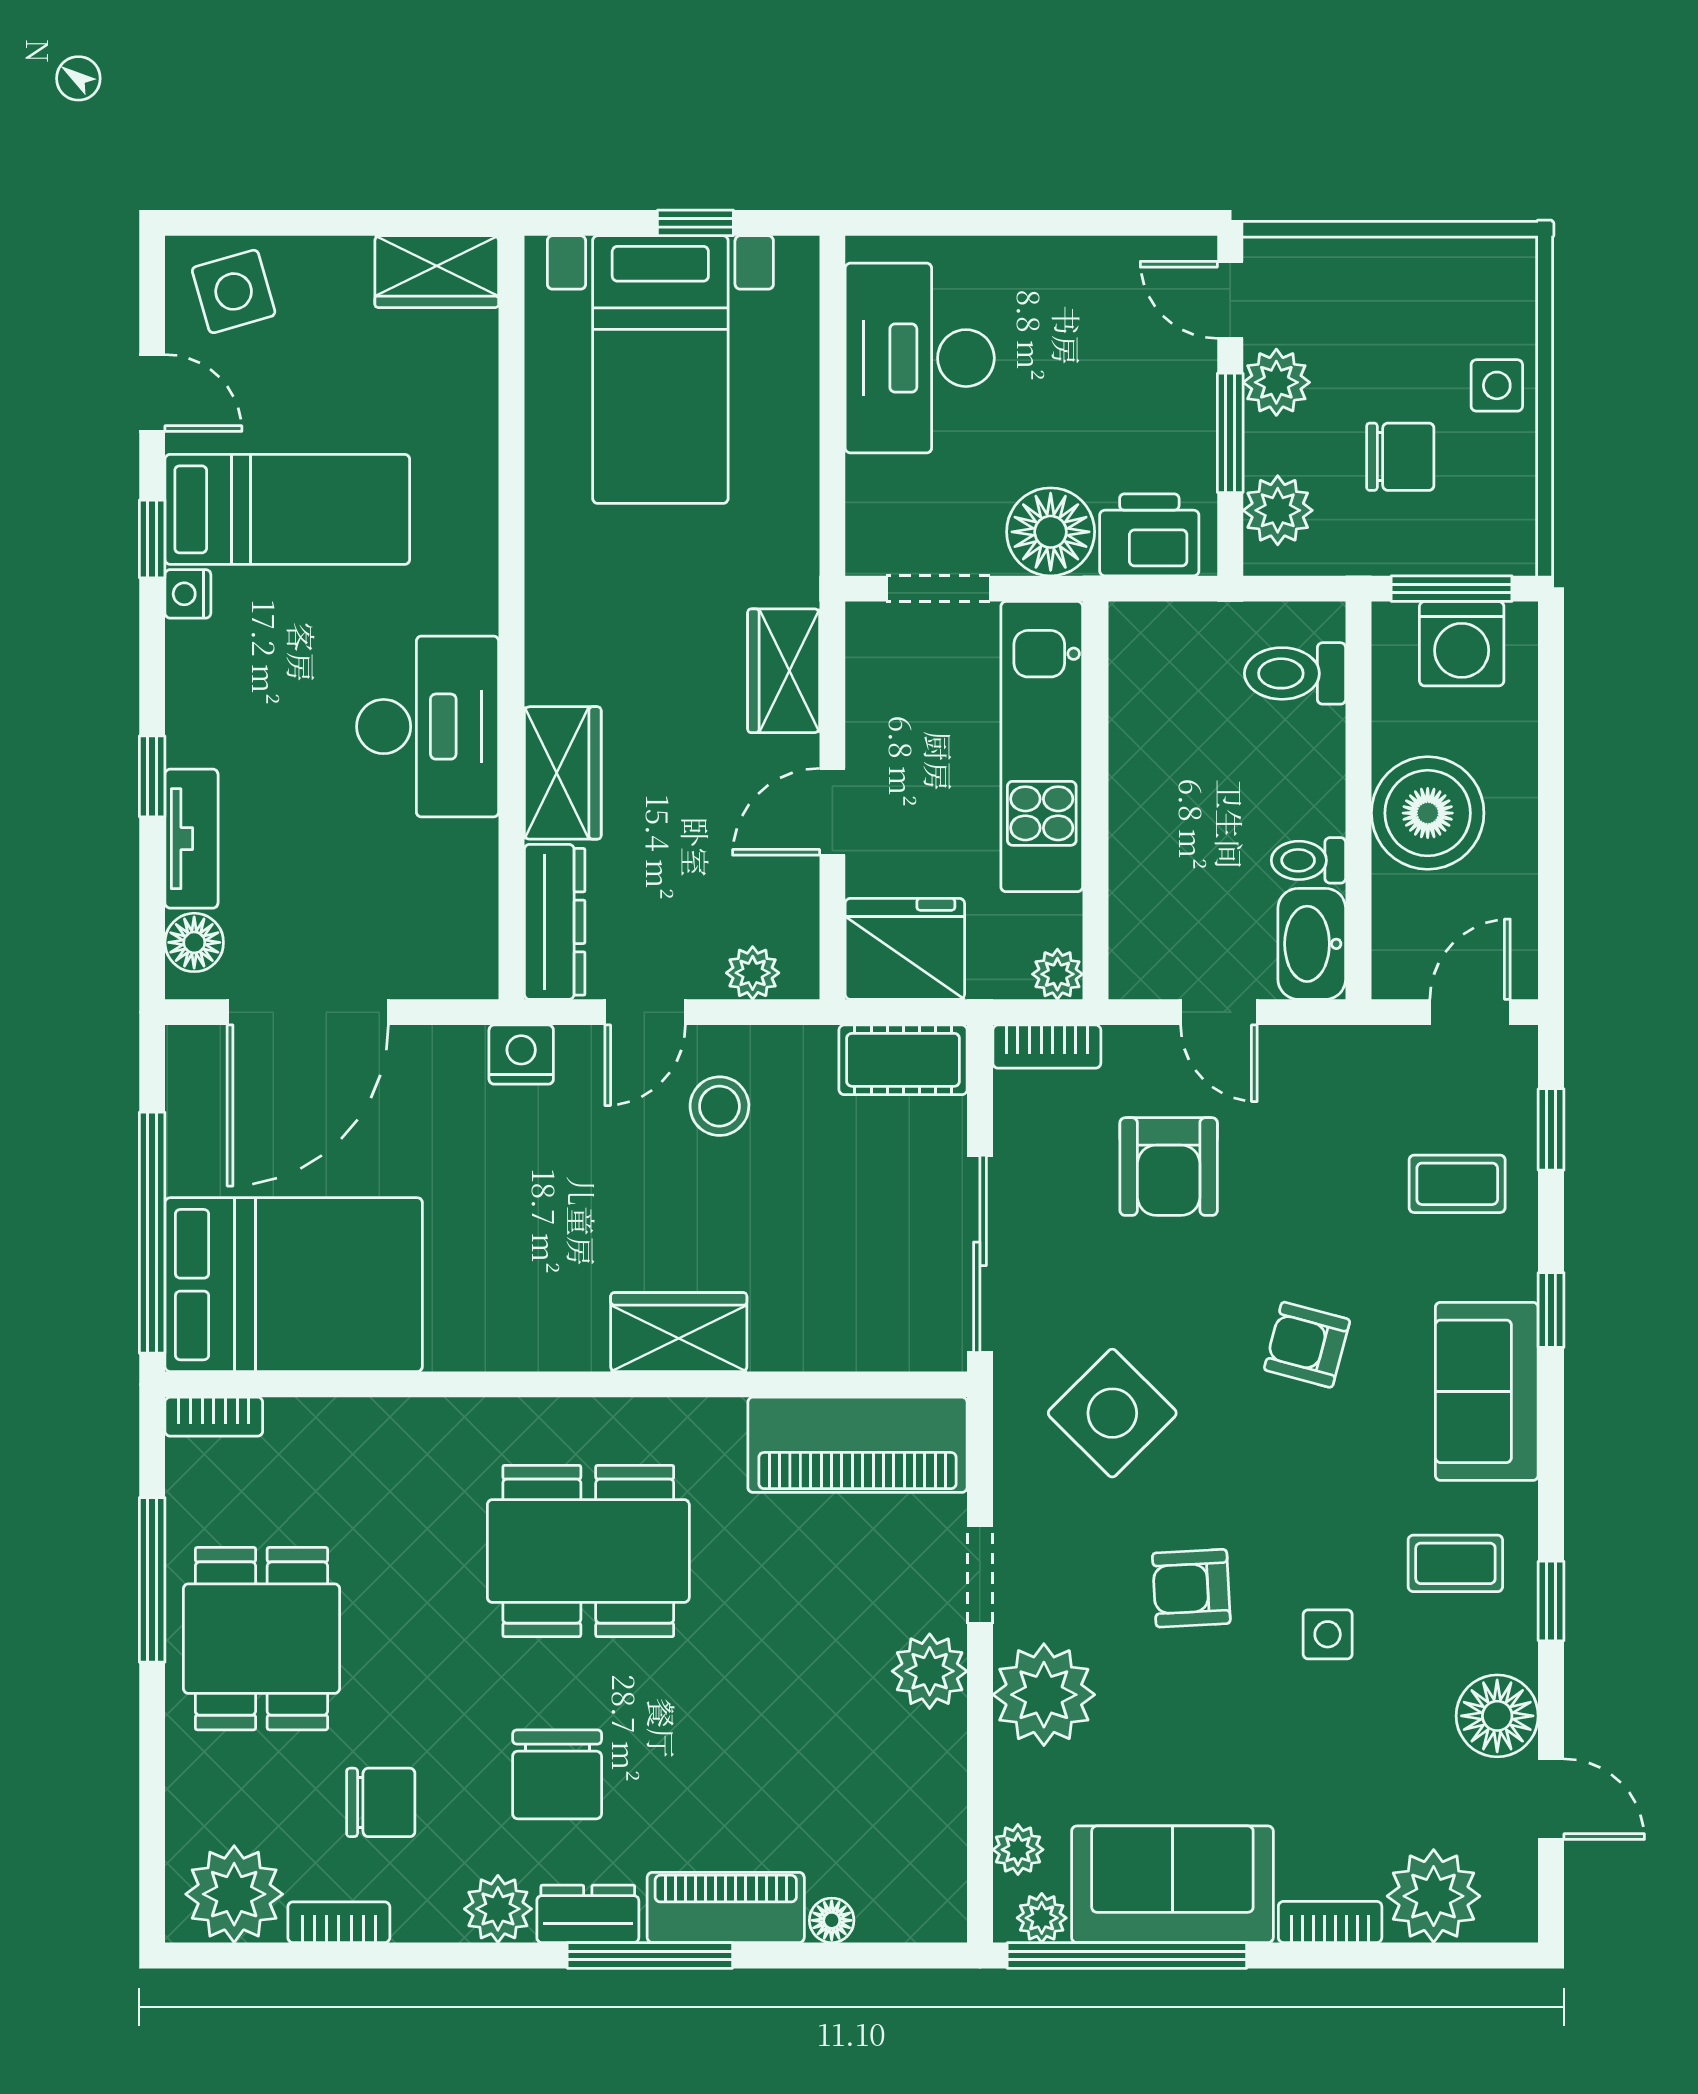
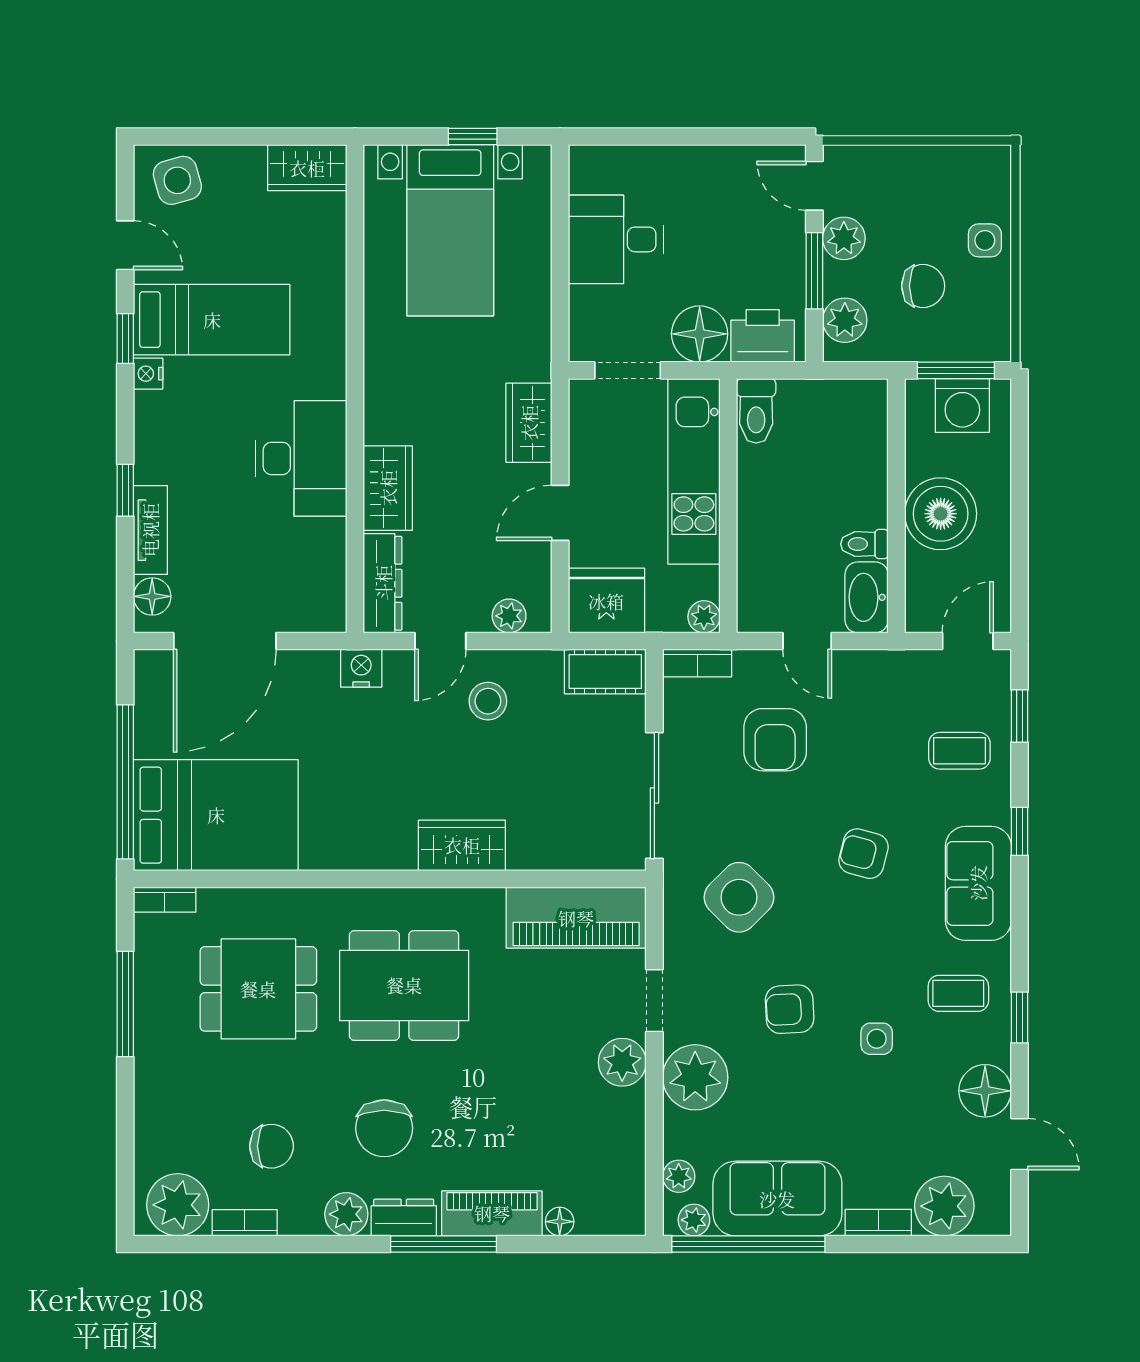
desk: (920, 358) -> (616, 239), width x0.73
toilet: (1295, 673) -> (756, 411), moved, turned -90
dining table: (261, 1639) -> (258, 989), moved, turned 90

